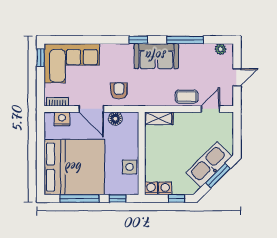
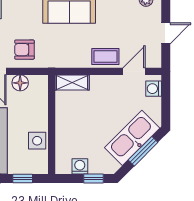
armchair: (119, 91) -> (24, 50), turned -90
washing machine: (151, 188) -> (154, 89), moved, turned -90

